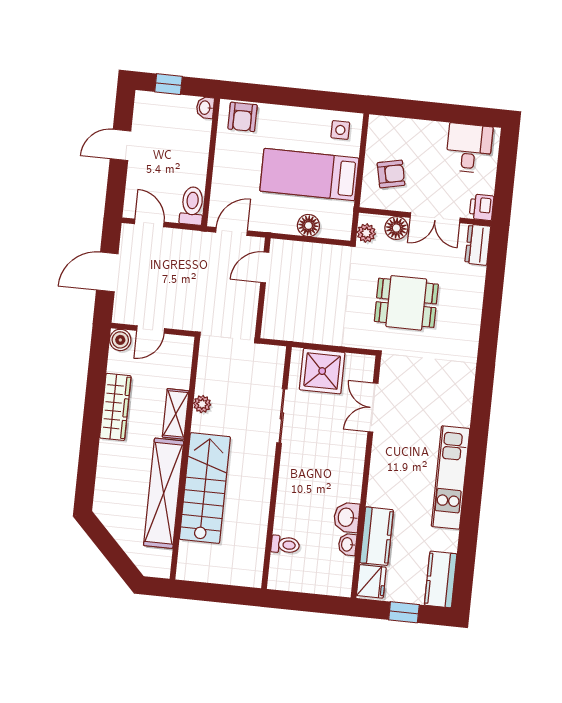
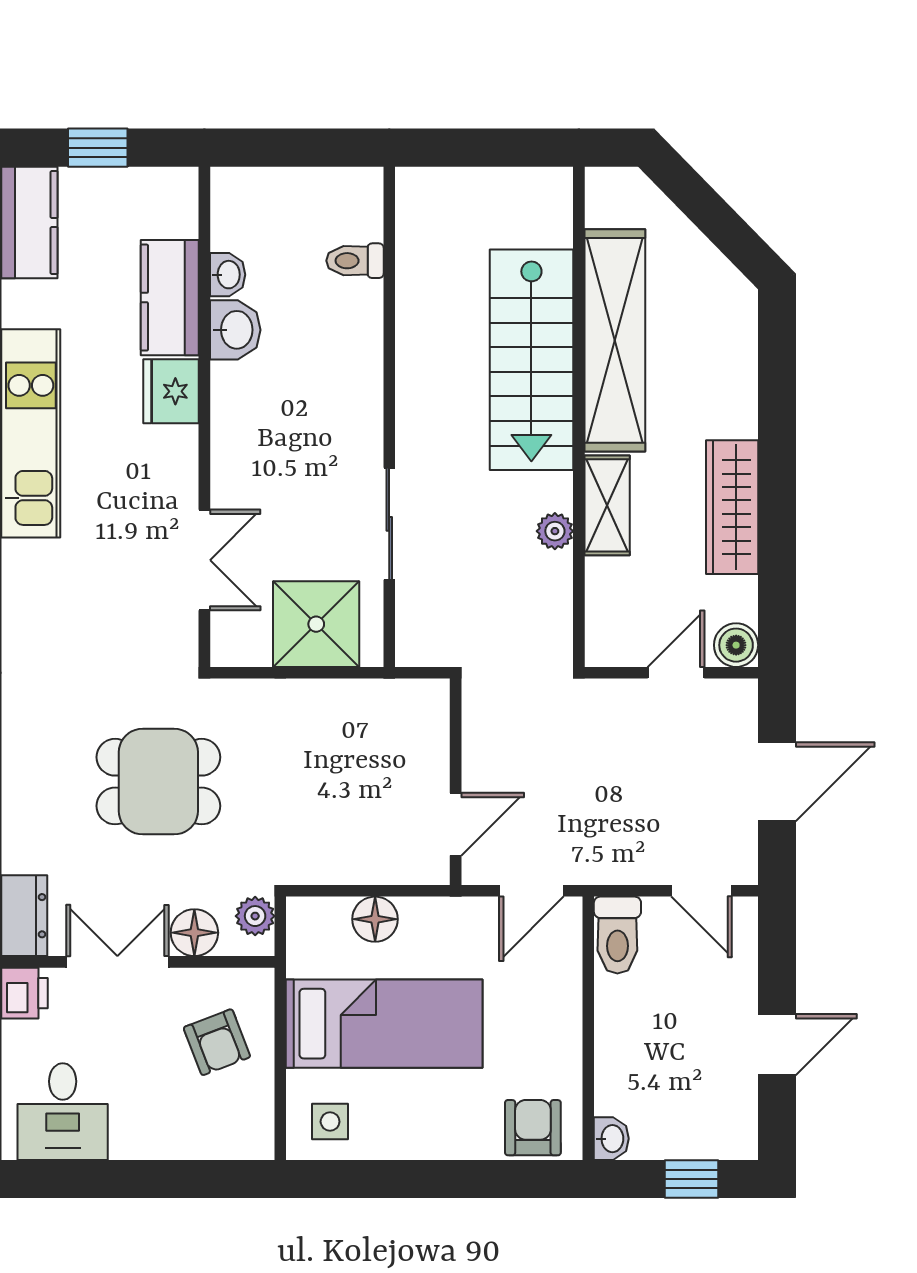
armchair: (391, 174) -> (217, 1042), turned -99
fridge: (371, 581) -> (171, 391), moved

